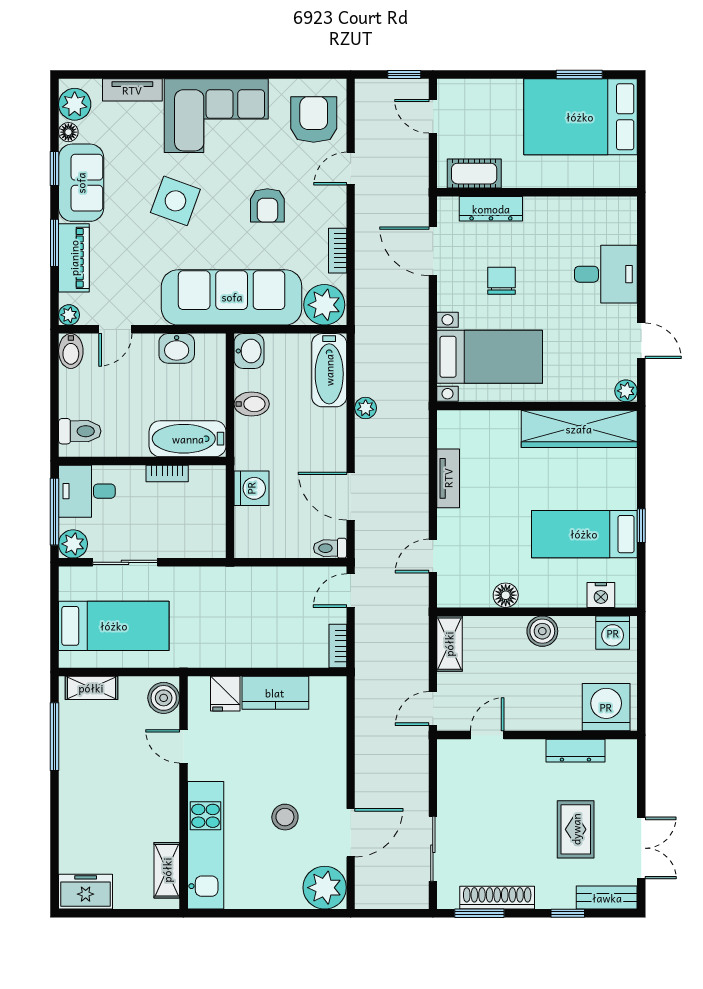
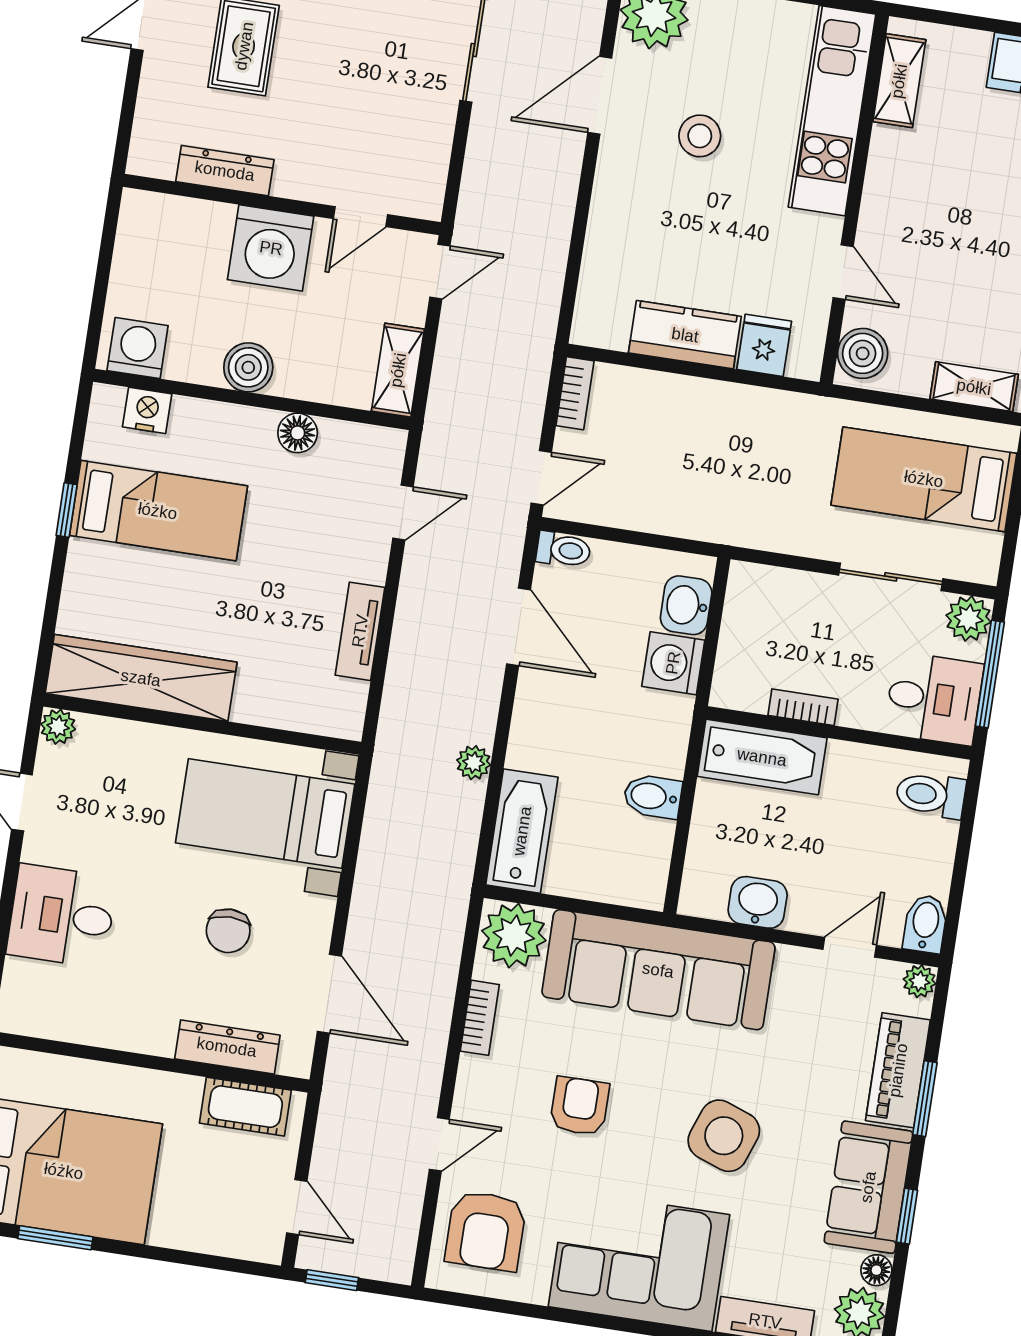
washbasin: (249, 351) -> (686, 605), moved
washing machine: (606, 707) -> (271, 248), moved

